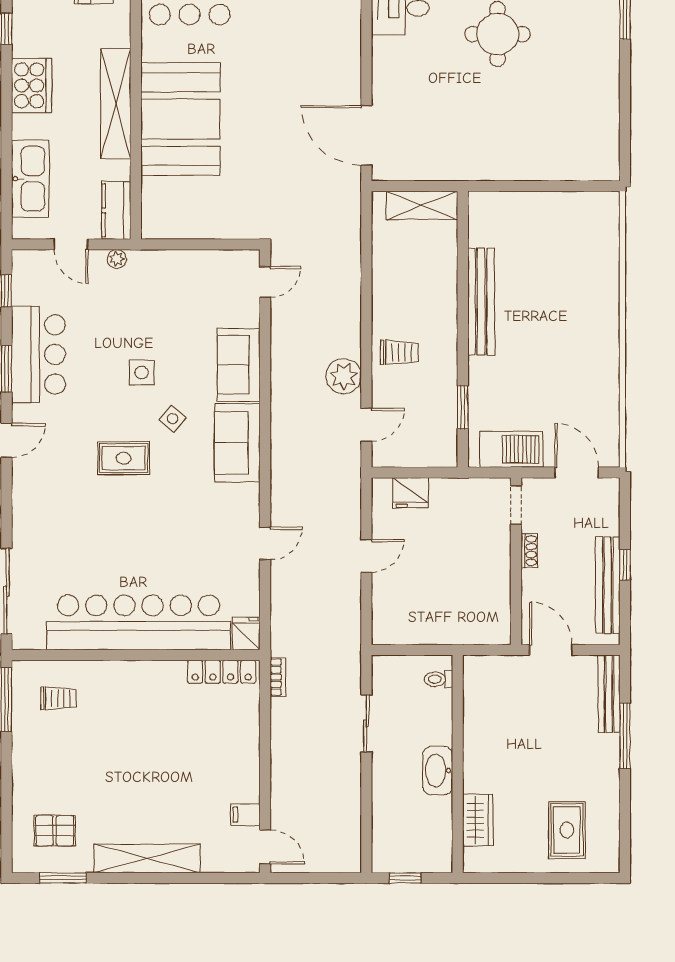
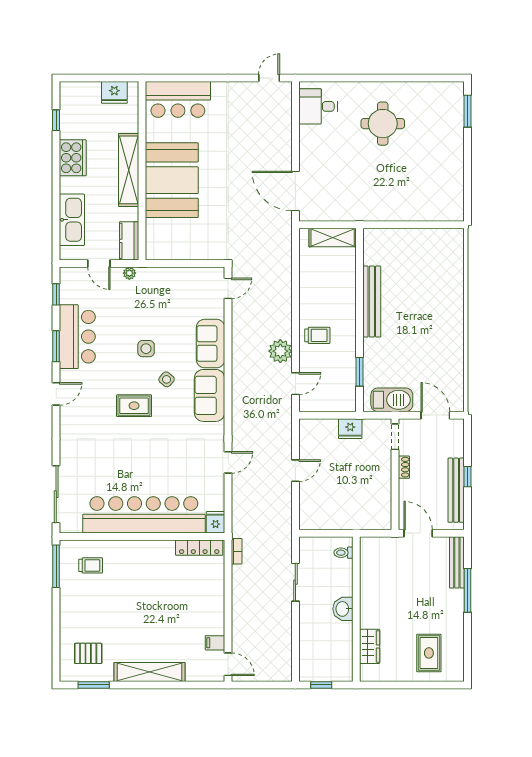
fridge: (411, 493) -> (350, 429), moved
washbasin: (438, 771) -> (343, 609), width x0.72

